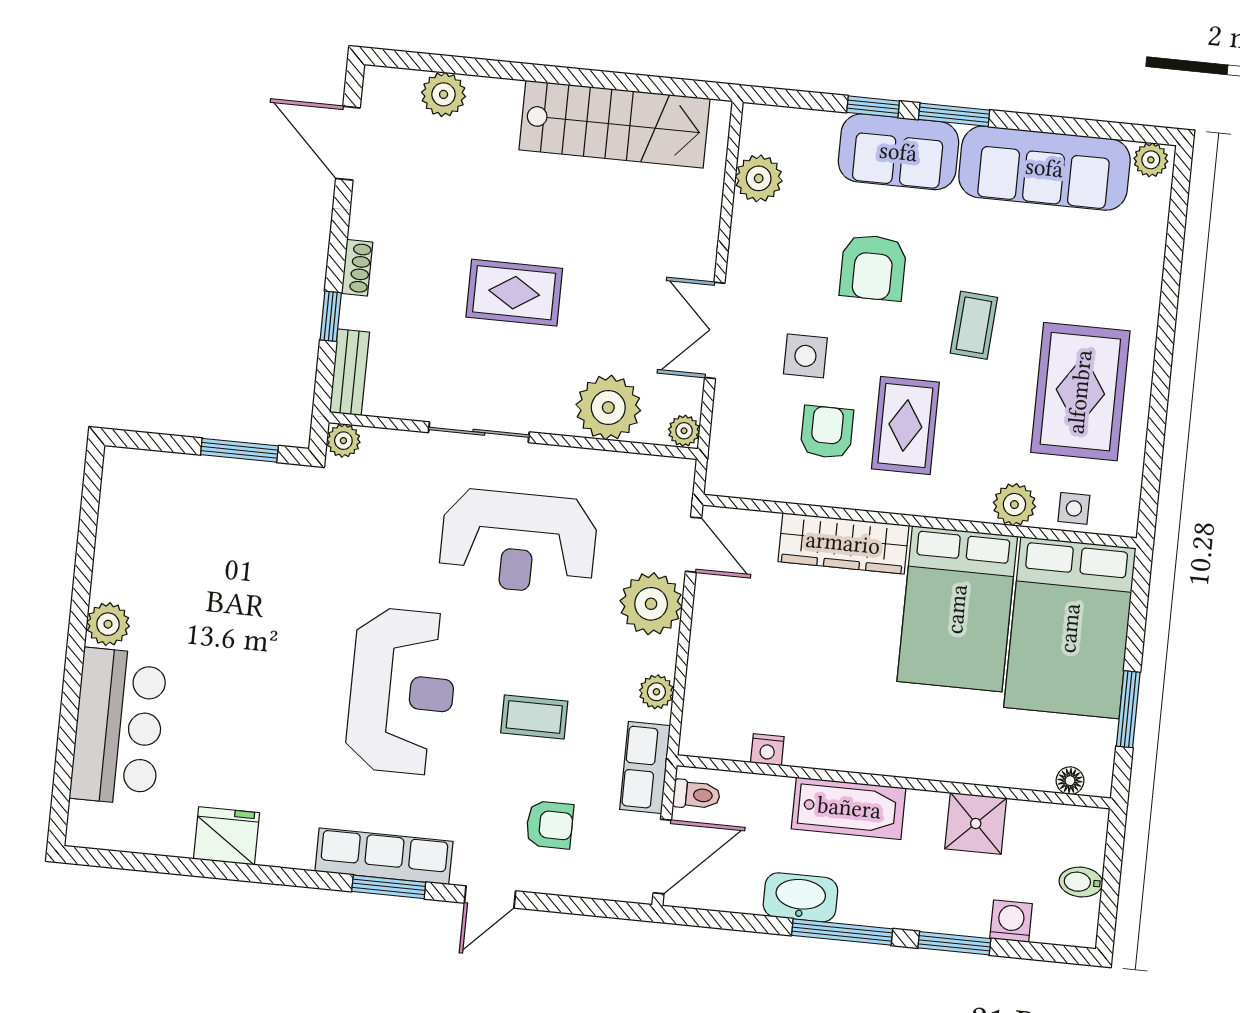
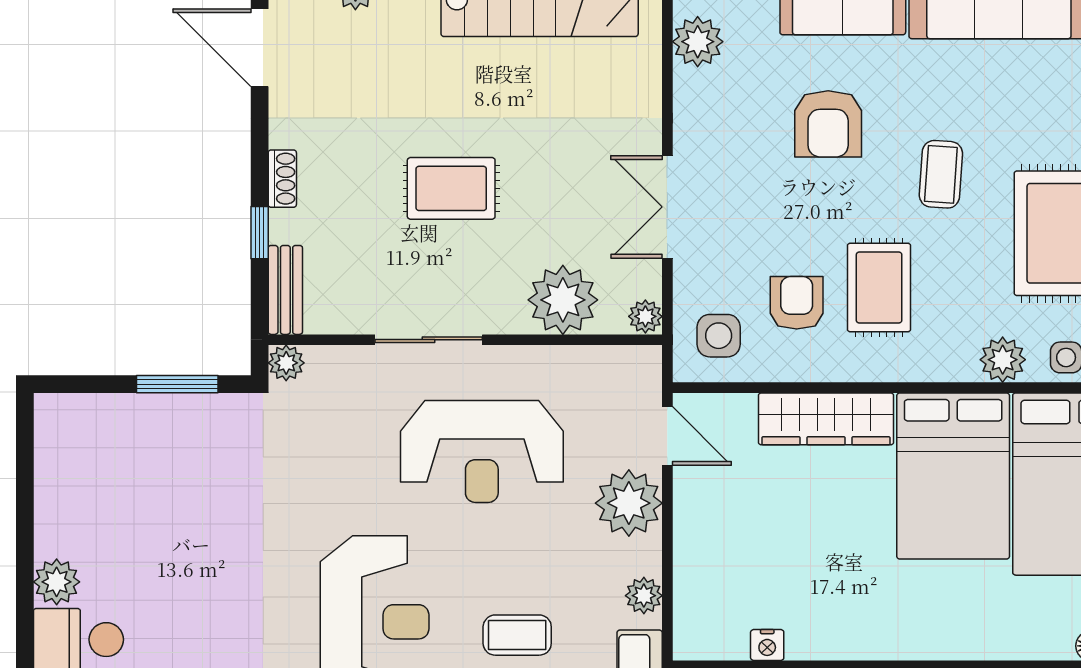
side table: (805, 356) -> (719, 336), moved

